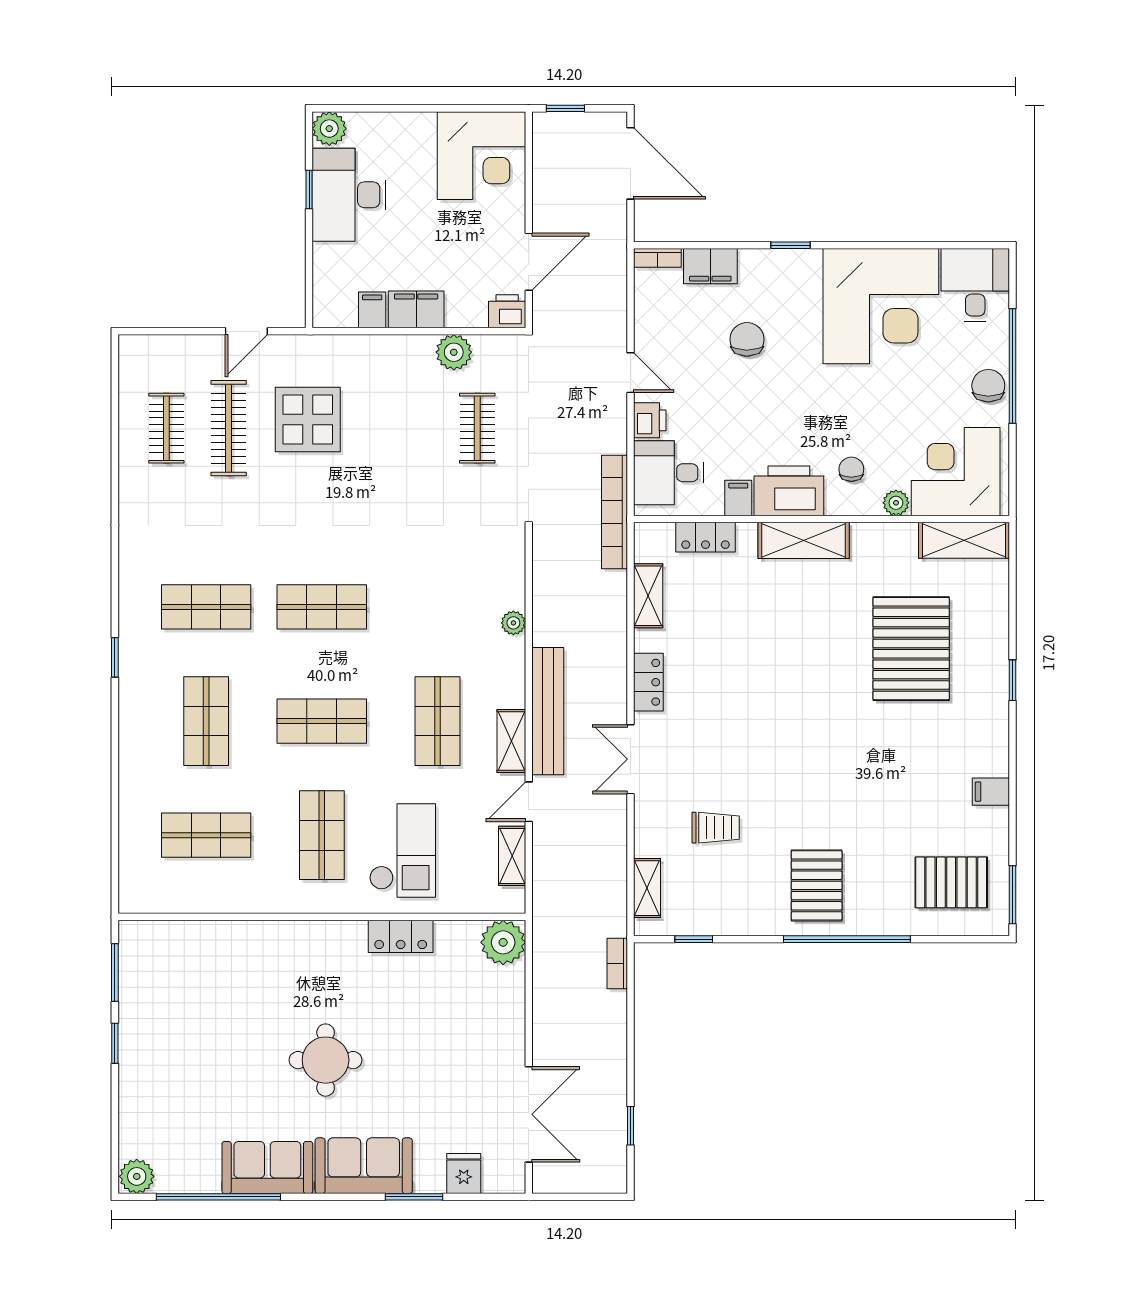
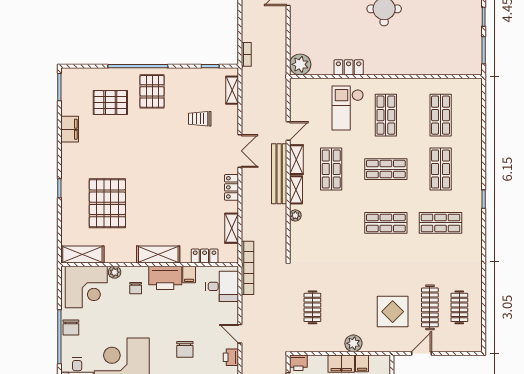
plant: (454, 352) -> (353, 343), moved
printer: (650, 420) -> (231, 357), moved
filing cabinet: (991, 792) -> (70, 129), width x2.00
shop shelf: (206, 835) -> (441, 115), turned 90
shelving: (512, 856) -> (296, 190), moved
pallet: (951, 882) -> (110, 103), moved

